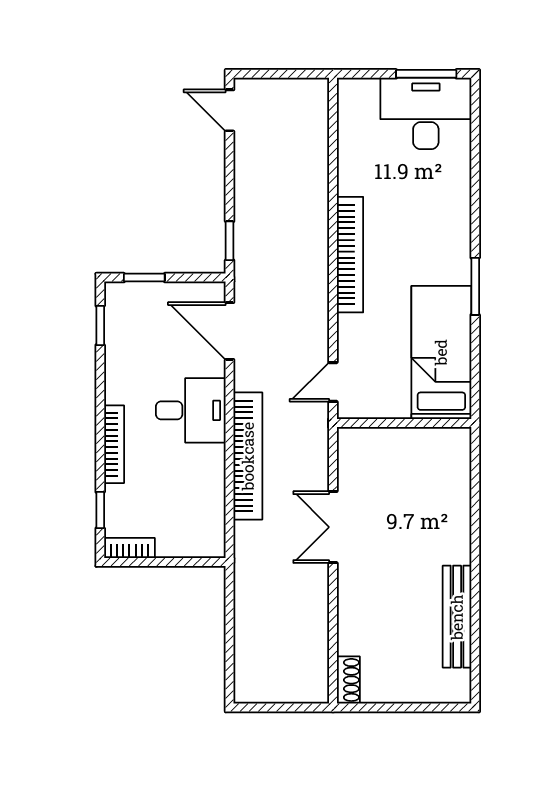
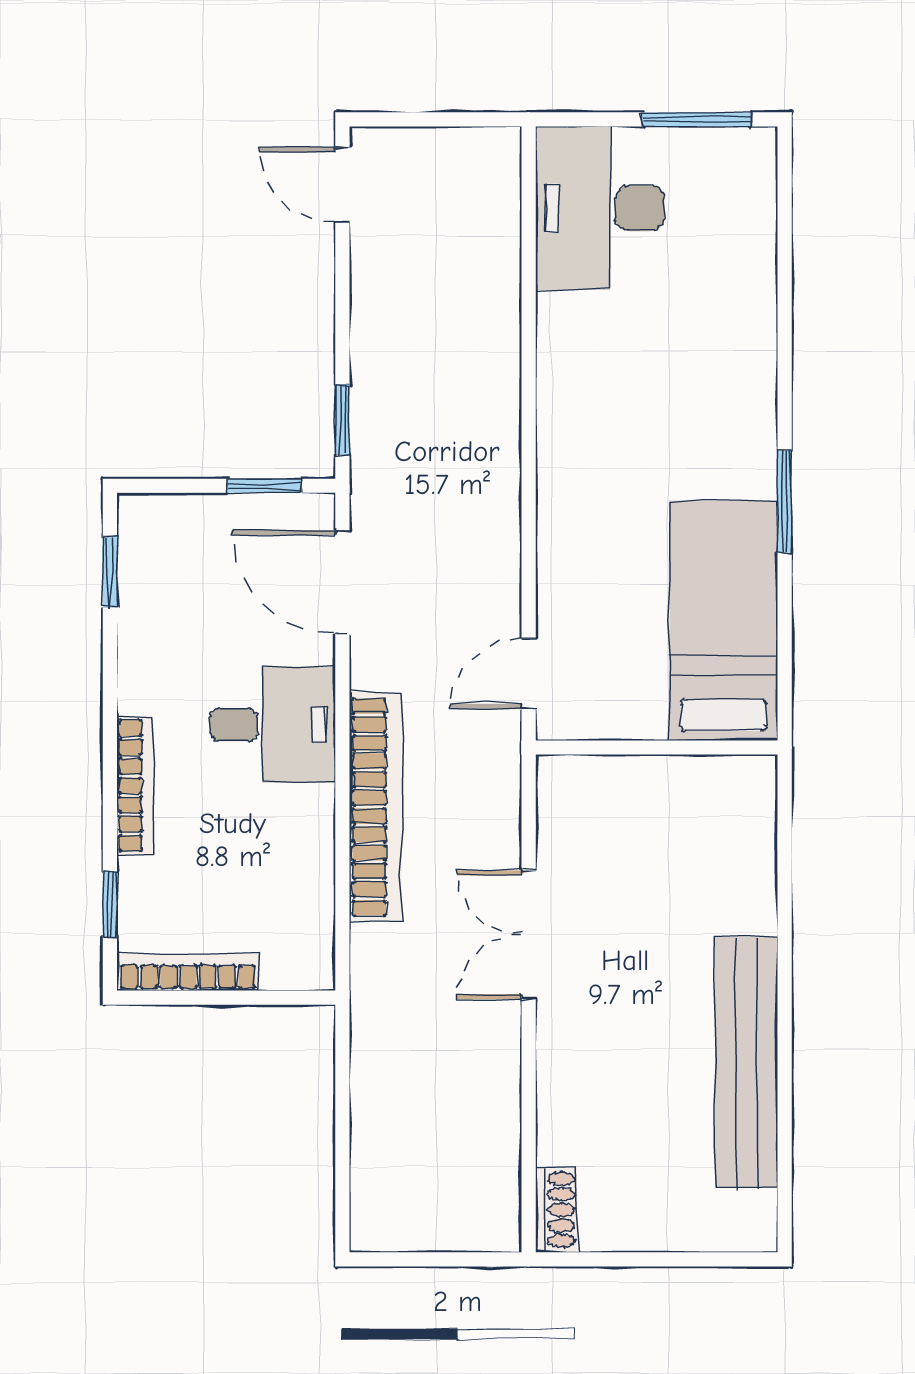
desk: (426, 113) -> (600, 208), moved, turned -90
bookcase: (350, 255) -> (559, 445), removed
window: (144, 278) -> (265, 486), moved
bookcase: (129, 548) -> (188, 972), width x1.56
bench: (457, 617) -> (746, 1062), width x1.37, depth x1.21

